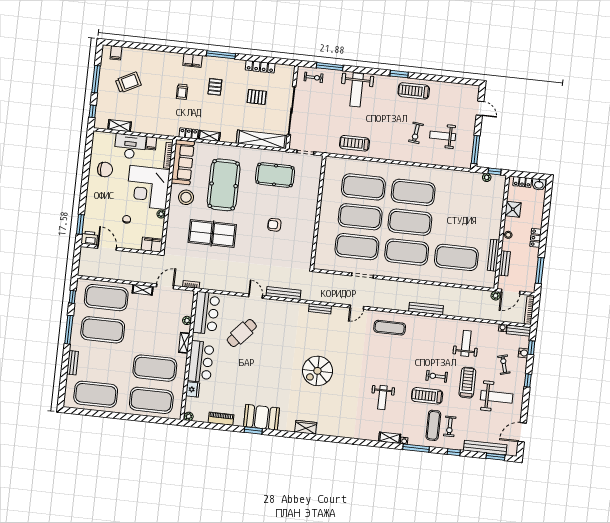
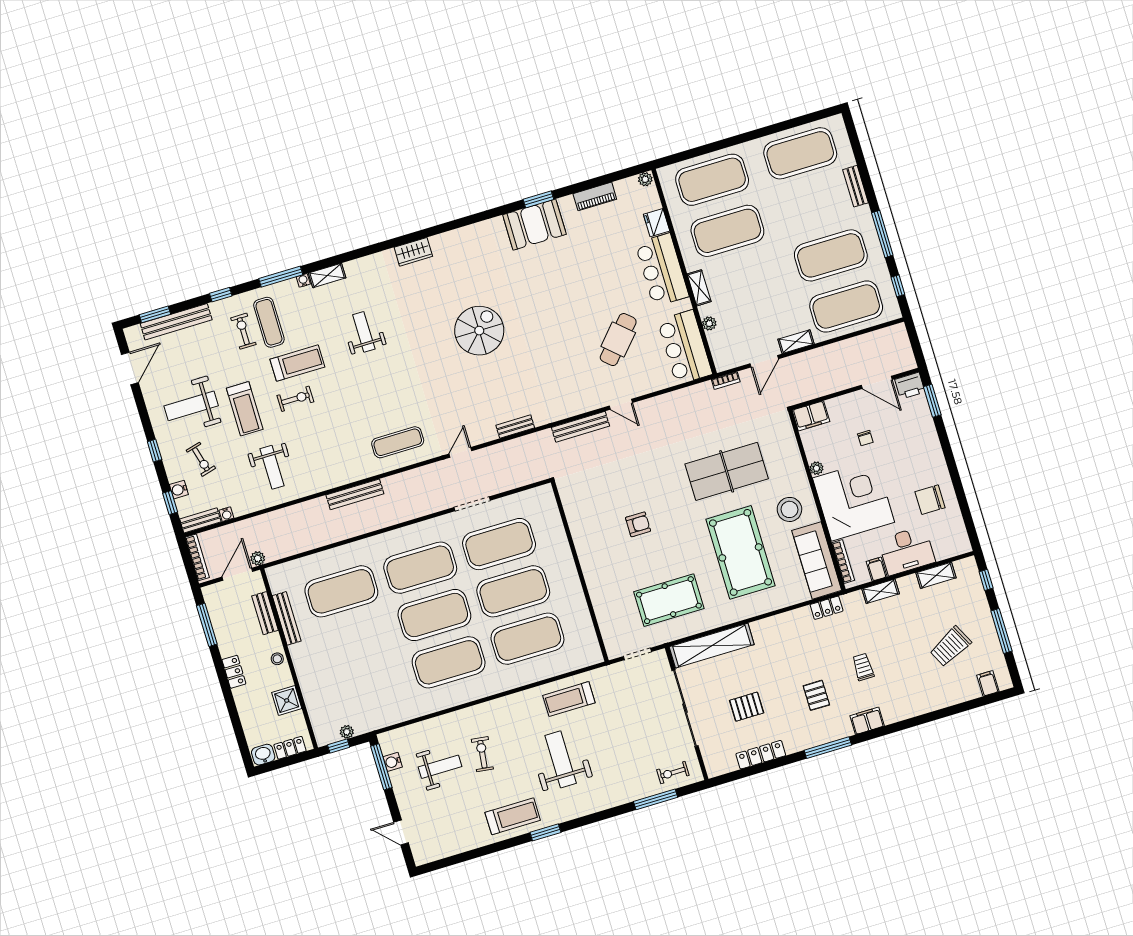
weight bench: (357, 90) -> (561, 759), moved
shelving: (209, 136) -> (881, 591), moved
treadmill: (354, 143) -> (569, 699), turned 180
water cooler: (468, 150) -> (393, 762), added
wardrobe: (306, 427) -> (413, 252), moved

